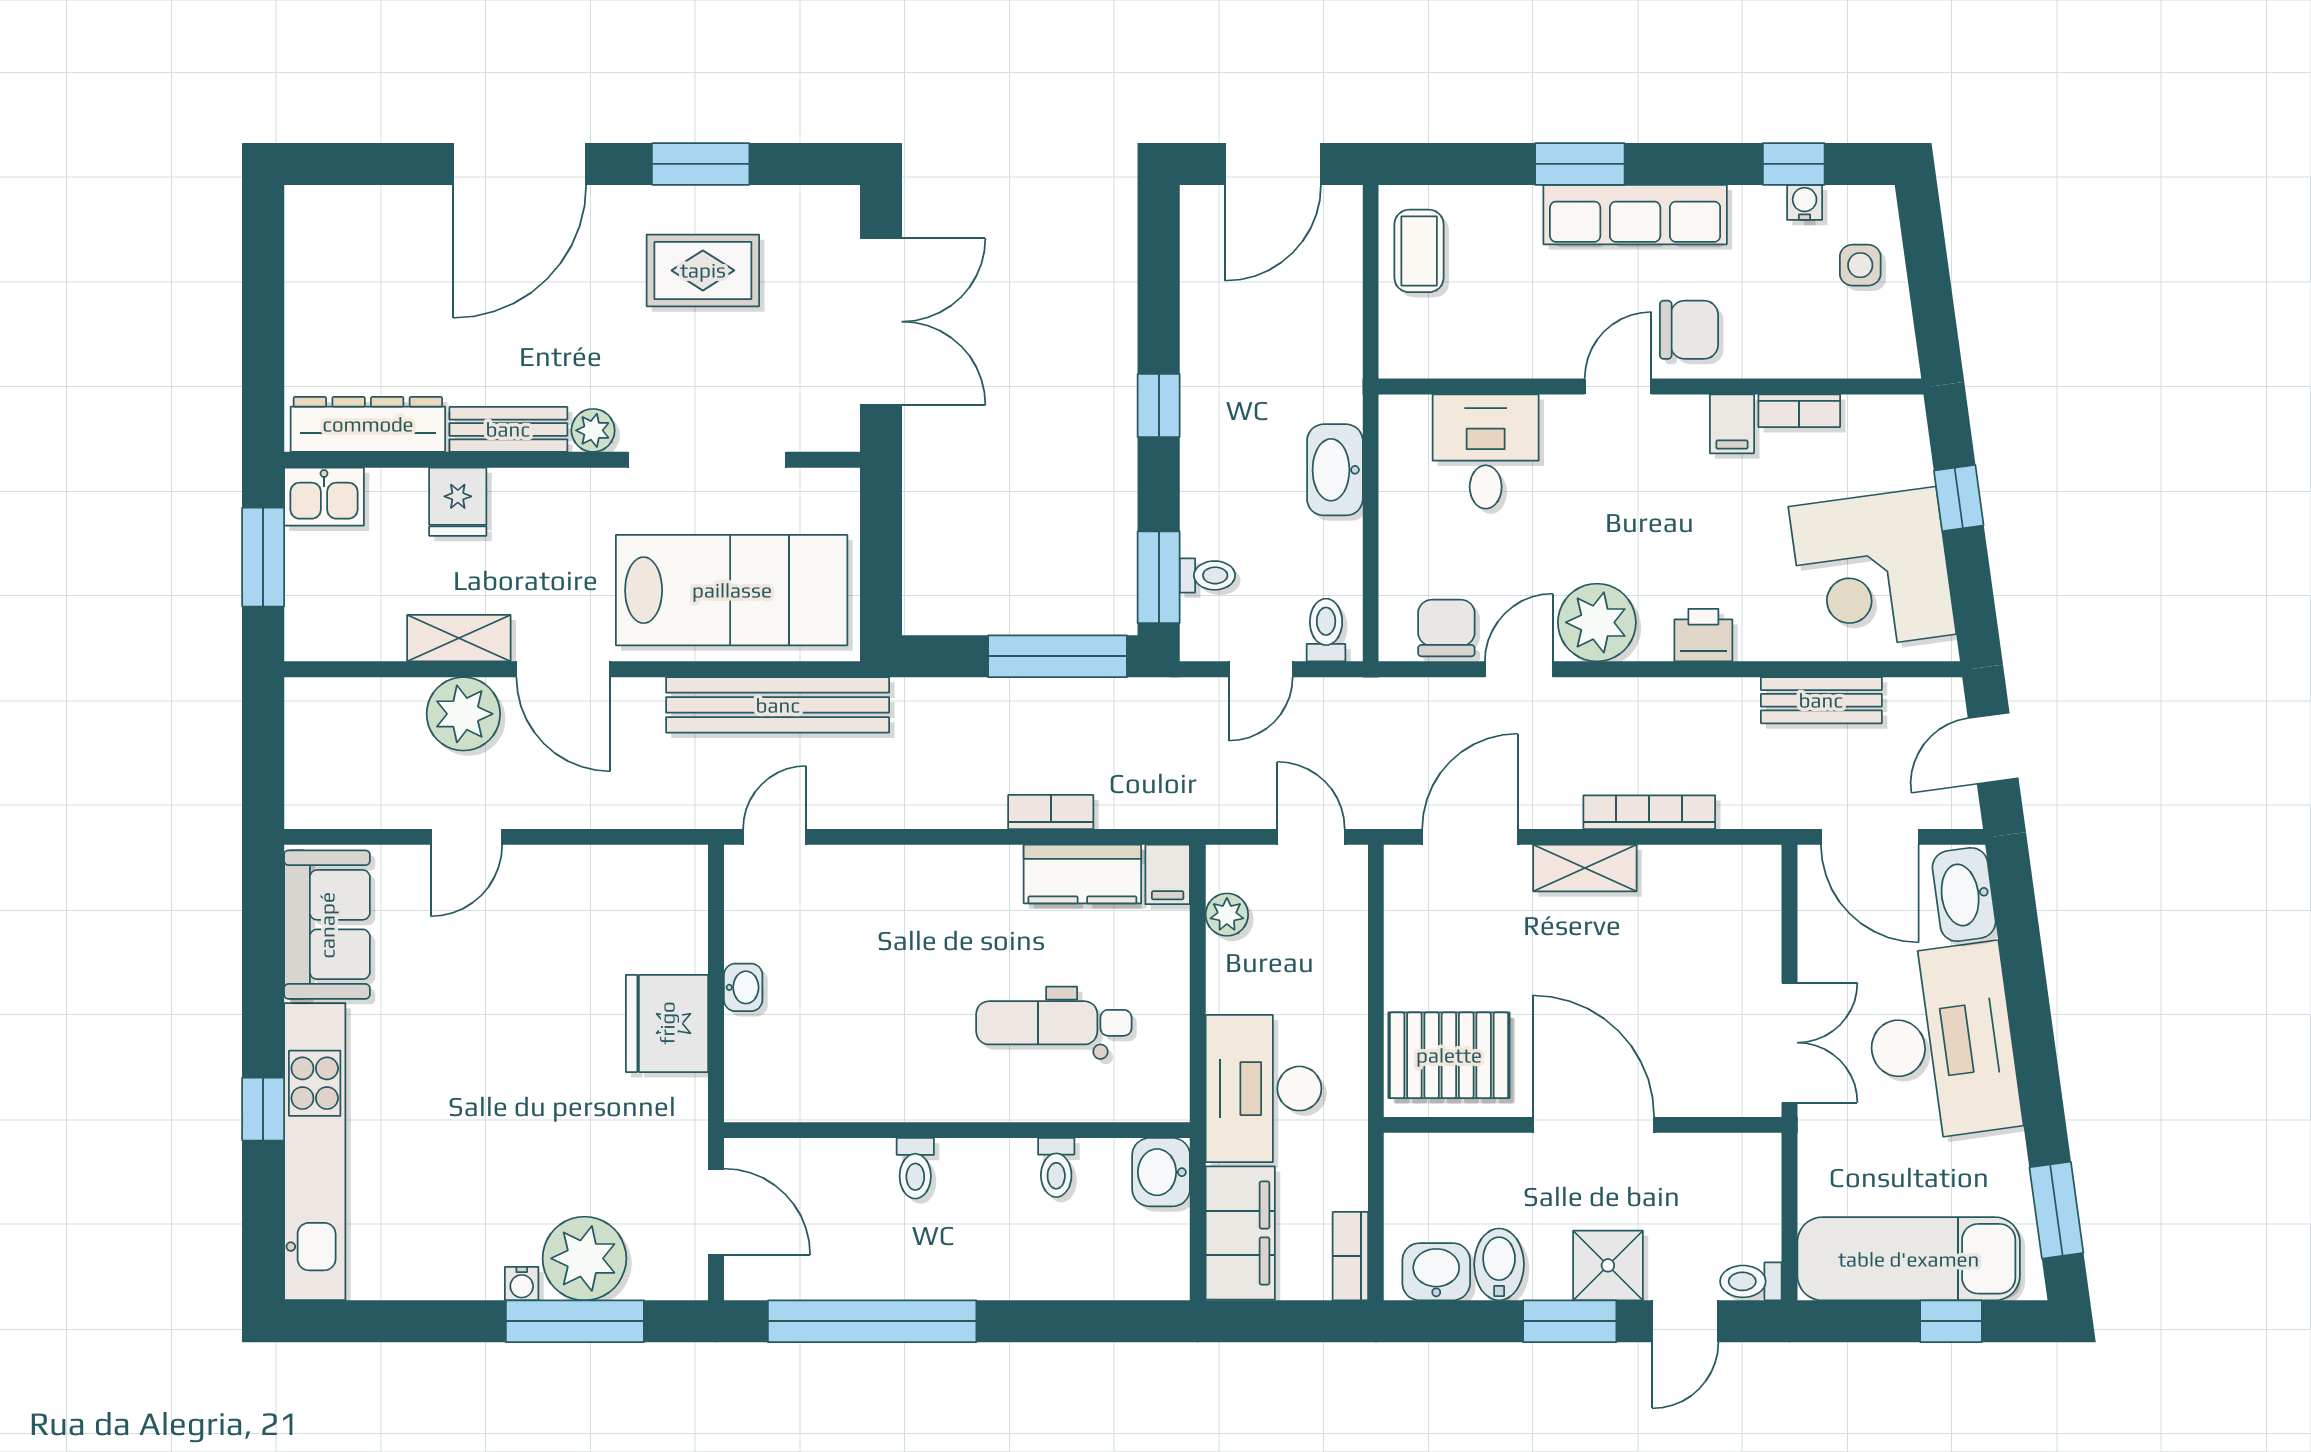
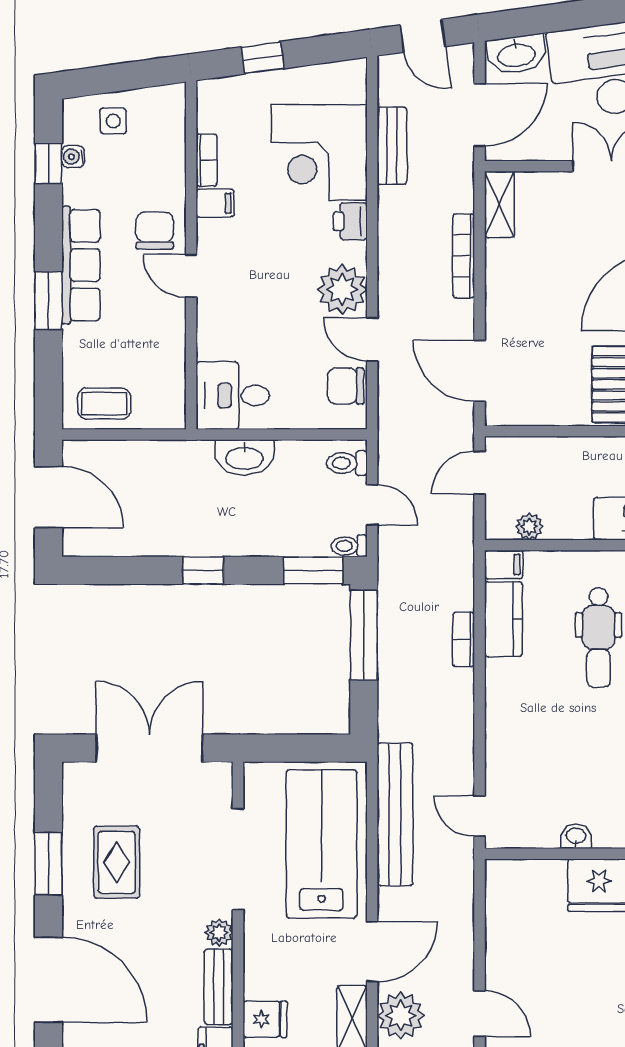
desk: (1486, 452) -> (233, 396), moved
corner desk: (1872, 570) -> (319, 152), moved, turned 98
toilet: (1207, 575) -> (349, 546), moved, turned -90
shelving: (1585, 868) -> (499, 204), moved

